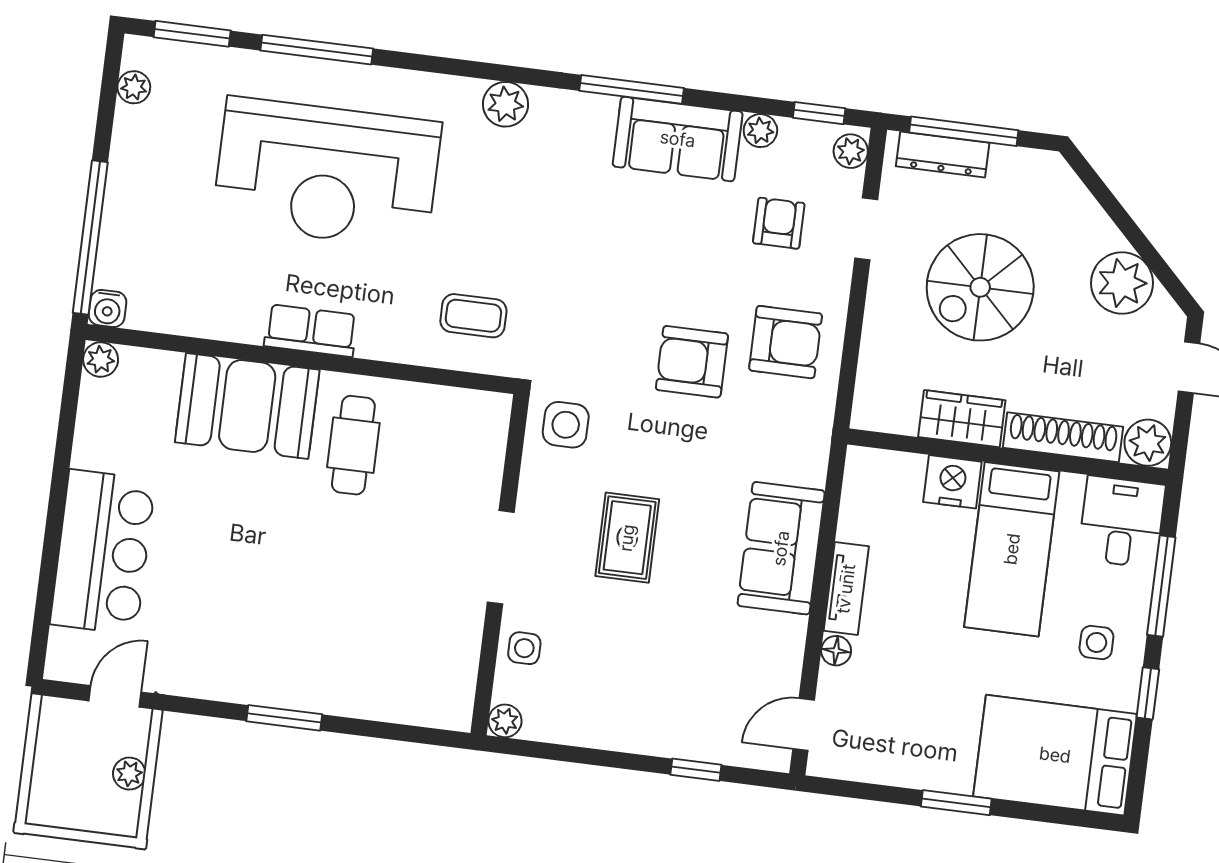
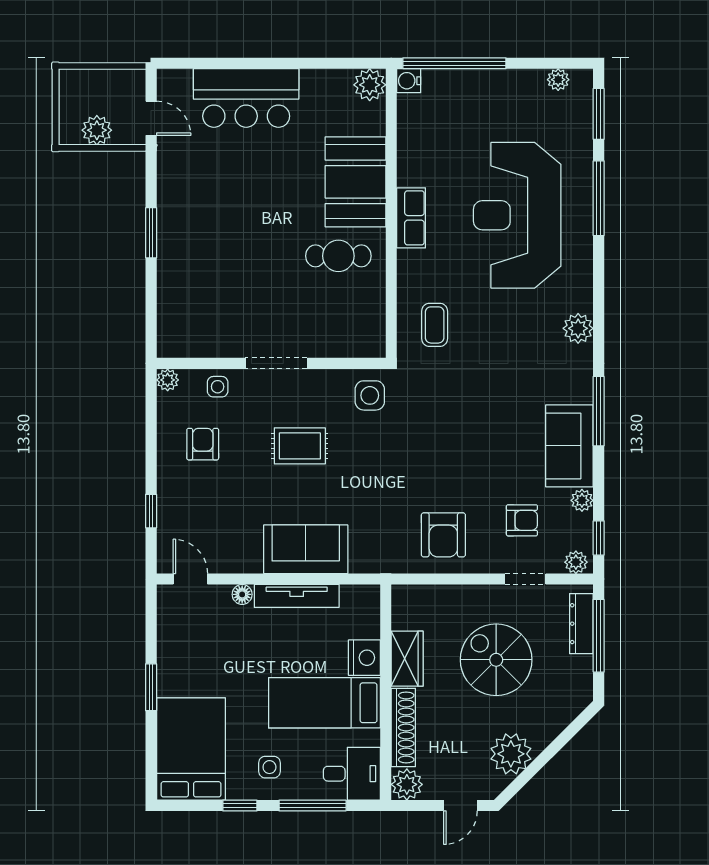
plant: (101, 360) -> (370, 85), width x1.38, depth x1.38
armchair: (692, 362) -> (203, 444), moved, width x0.72, depth x0.72
tv unit: (846, 589) -> (297, 596), width x1.41
plant: (129, 774) -> (97, 130), width x1.38, depth x1.38

